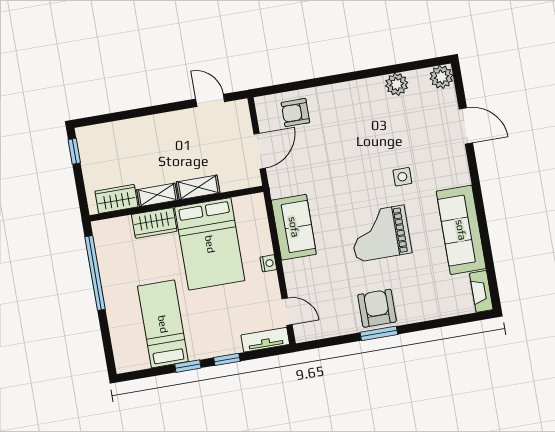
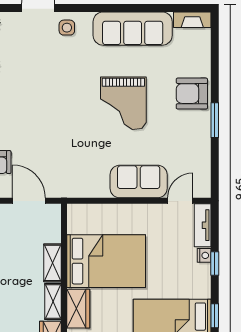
side table: (402, 177) -> (67, 28), moved
sofa: (294, 227) -> (139, 182), moved
nightstand: (268, 263) -> (204, 255), moved, turned 90
armchair: (377, 308) -> (192, 94), moved
window: (188, 366) -> (215, 316), moved

